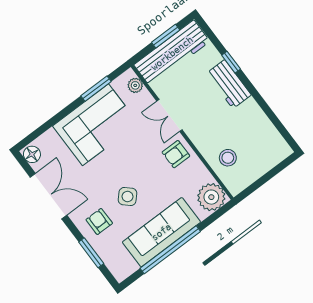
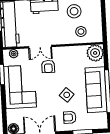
stool: (249, 130) -> (74, 11), added
armchair: (176, 154) -> (48, 67), moved

